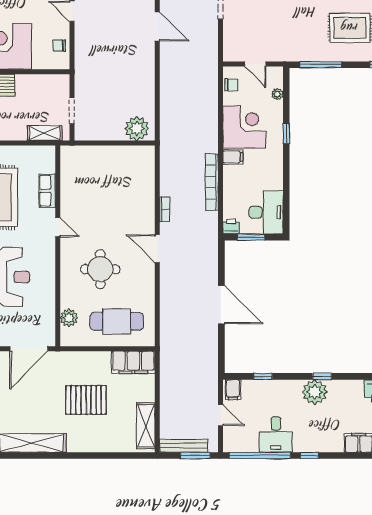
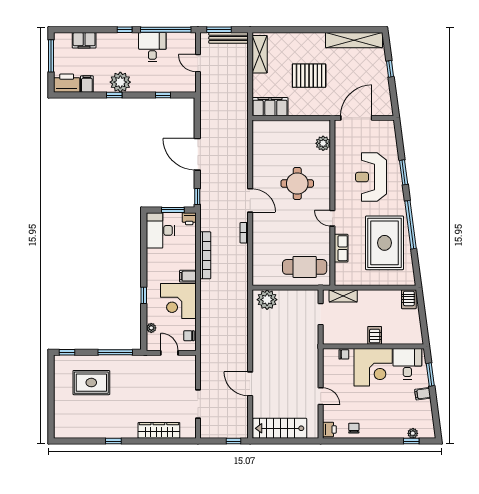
chair: (59, 46) -> (344, 354), moved
window: (221, 253) -> (197, 197), added
cafe table: (117, 321) -> (305, 267), moved
filing cabinet: (233, 390) -> (87, 84), moved

